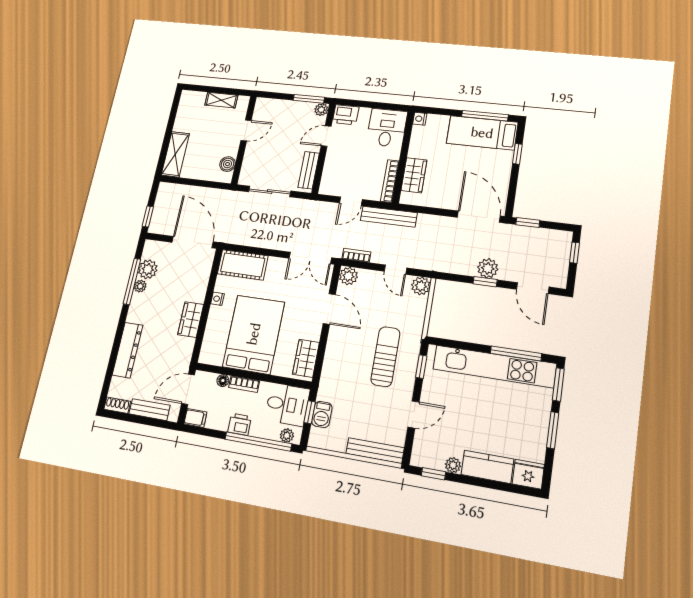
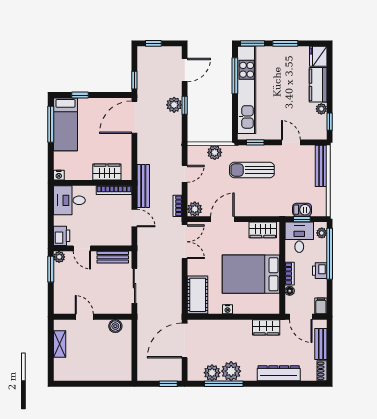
shelving: (175, 154) -> (112, 373), removed
plant: (140, 286) -> (231, 371), width x1.87, depth x1.87
plant: (421, 286) -> (215, 152), moved
wardrobe: (191, 320) -> (266, 327), moved

